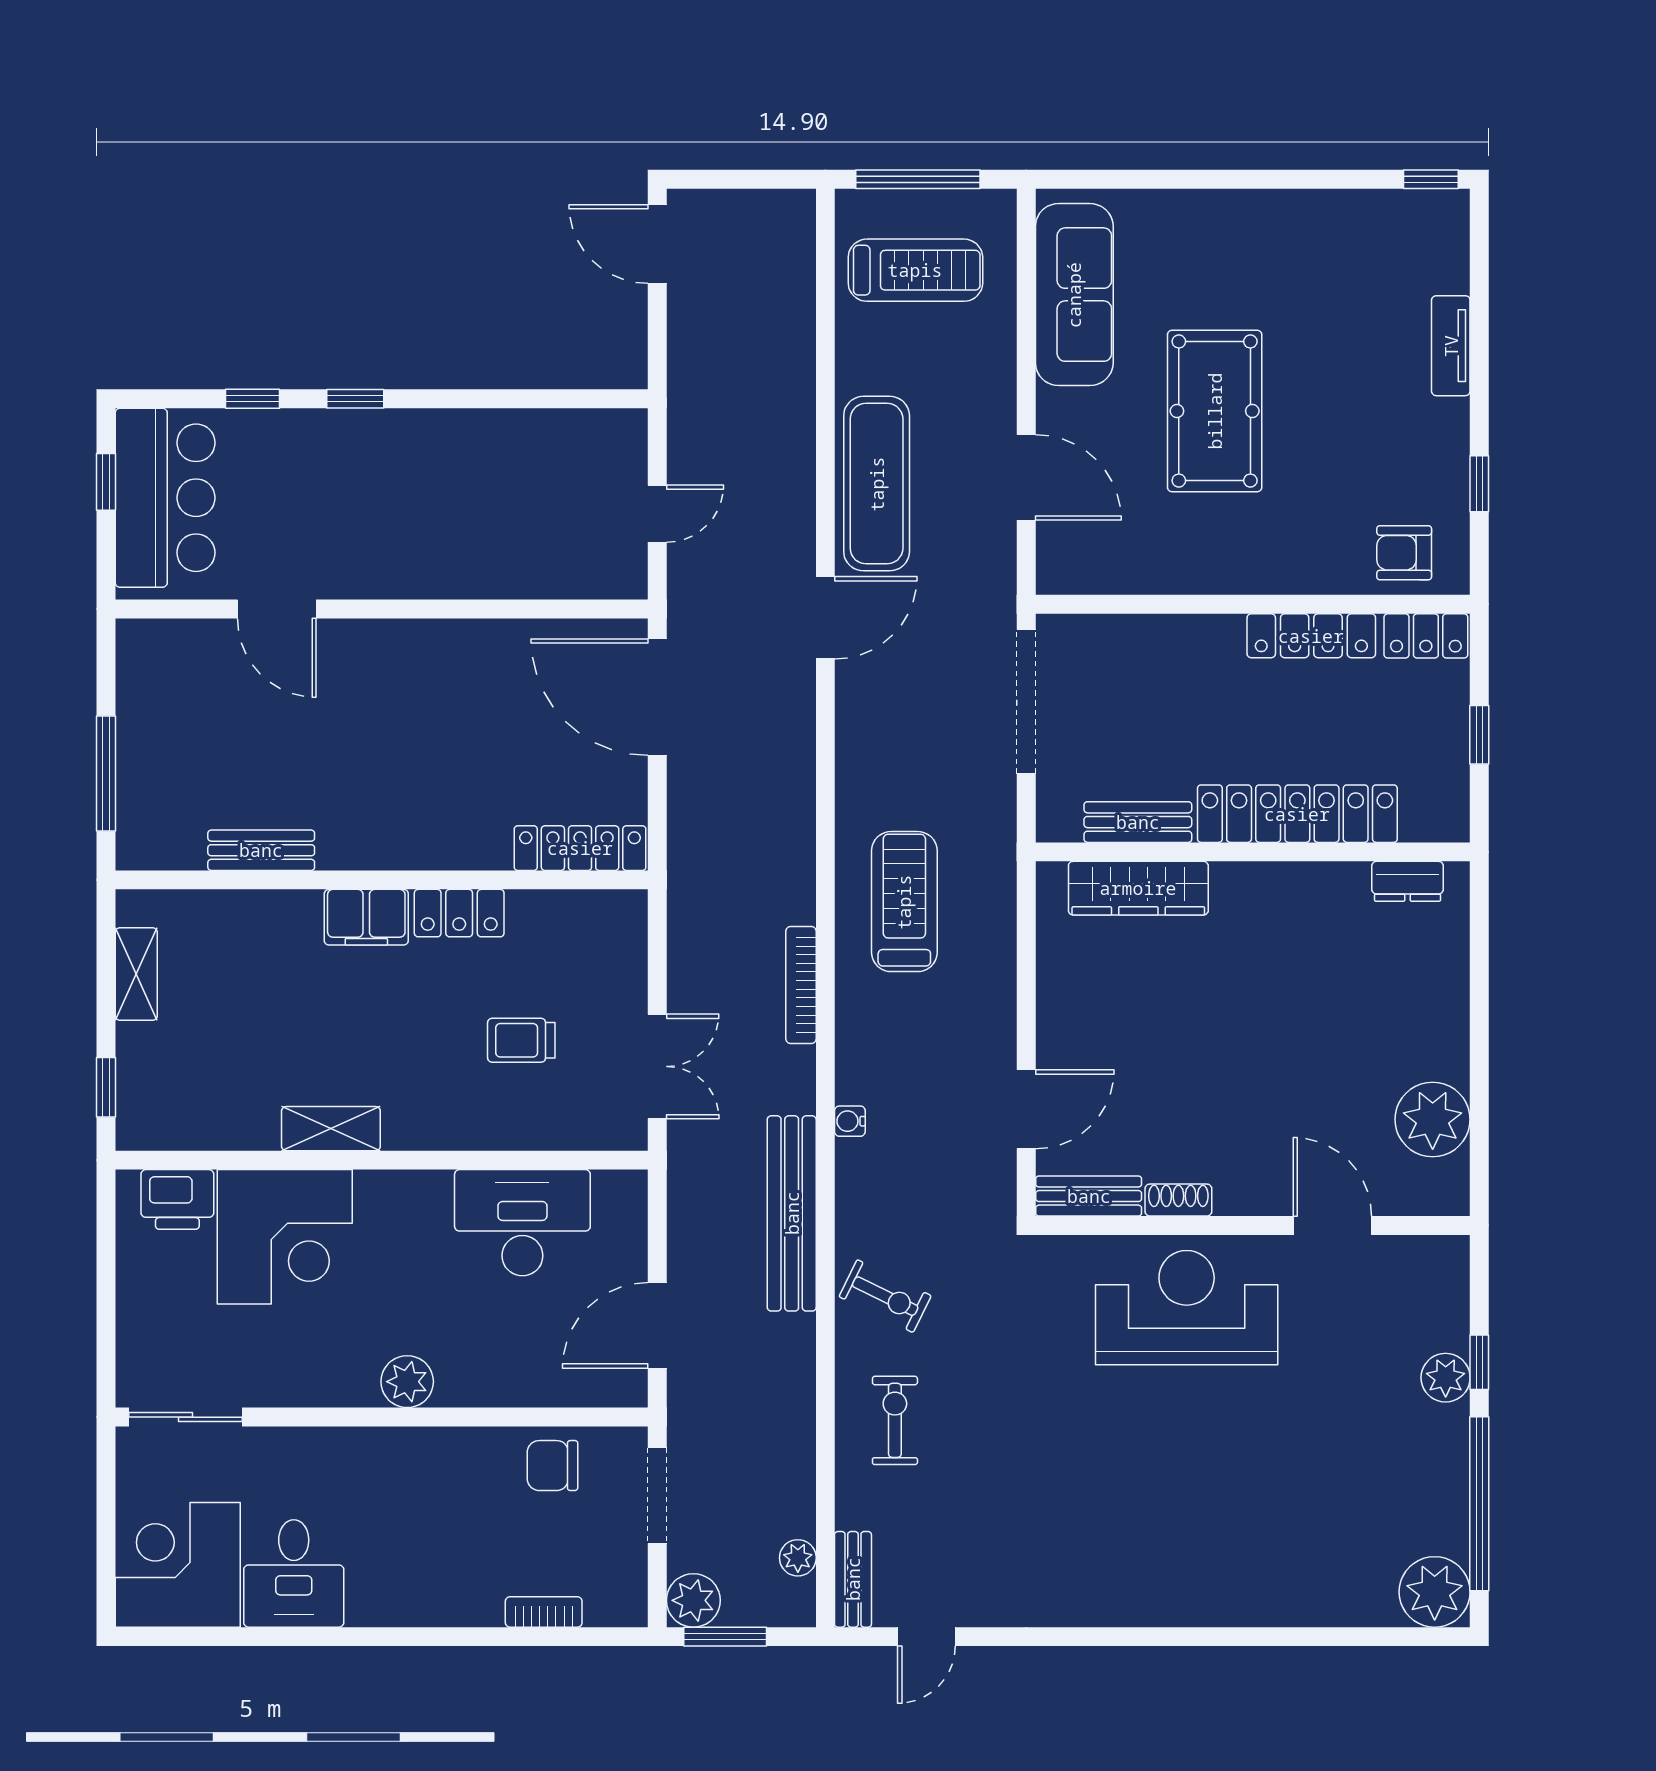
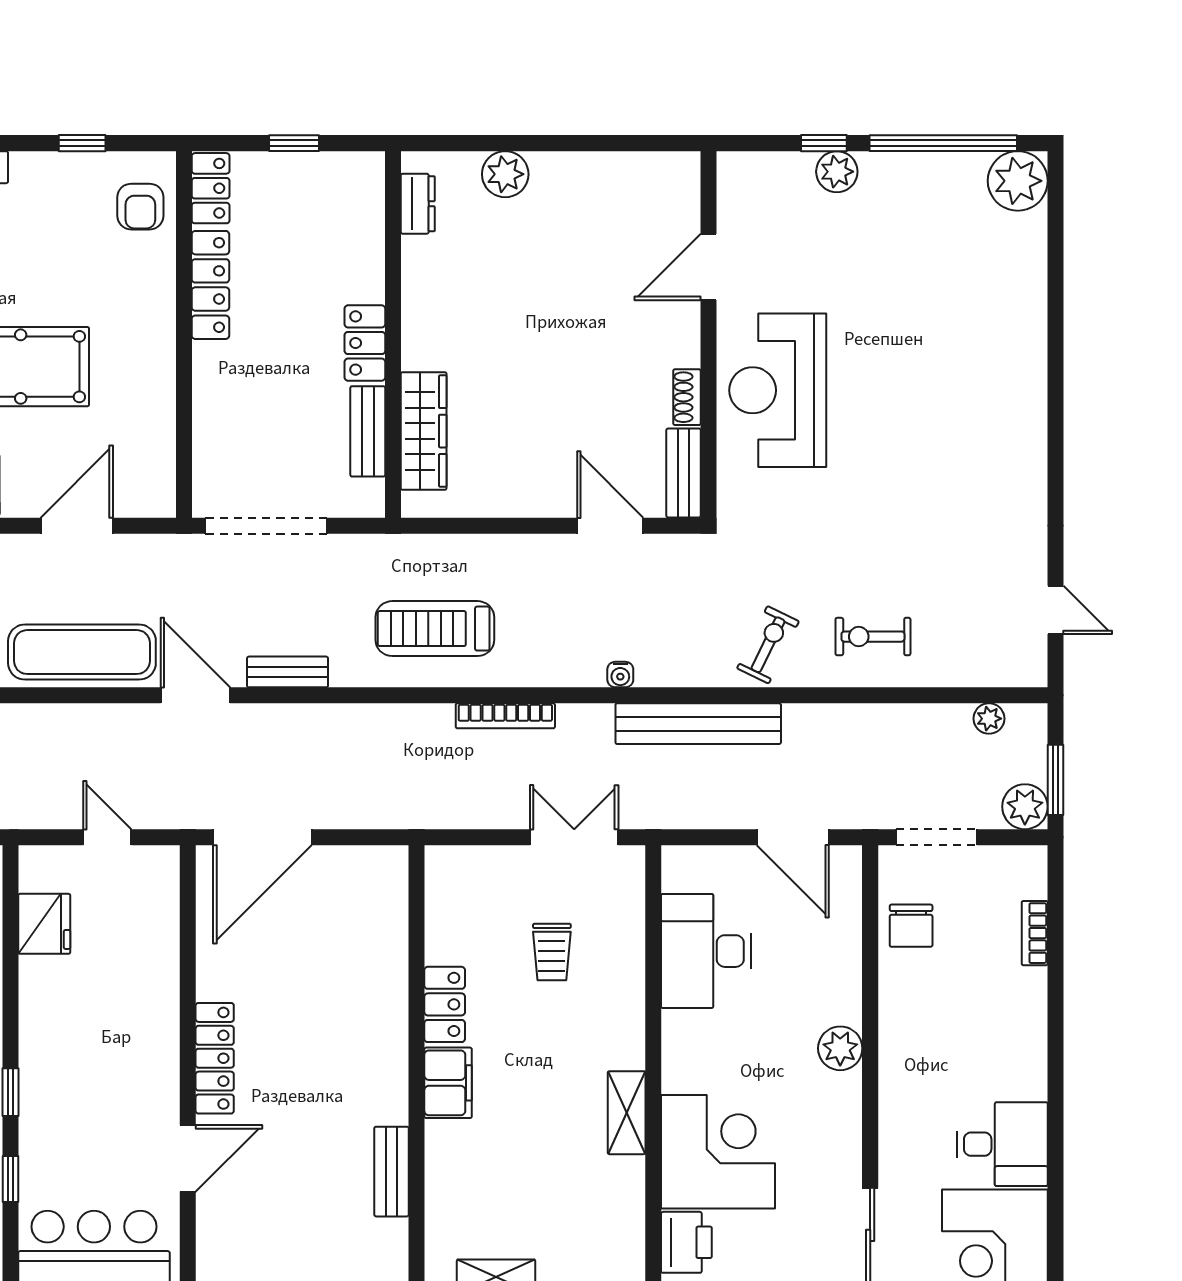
fridge: (555, 439) -> (44, 924), added
locker: (1297, 814) -> (365, 343), width x0.46, depth x0.83
locker: (580, 848) -> (215, 1058), moved, turned 180
plant: (1433, 1119) -> (505, 174), moved, width x0.73, depth x0.73
bench: (853, 1579) -> (288, 672), moved

